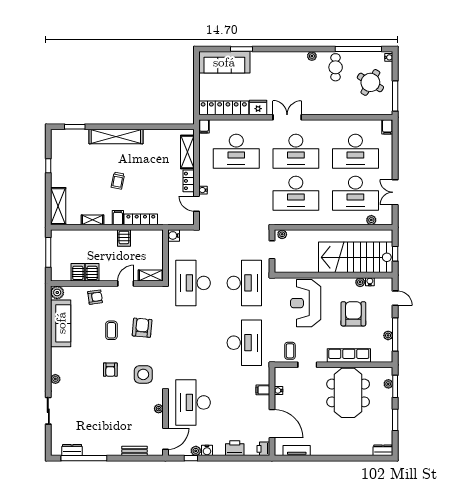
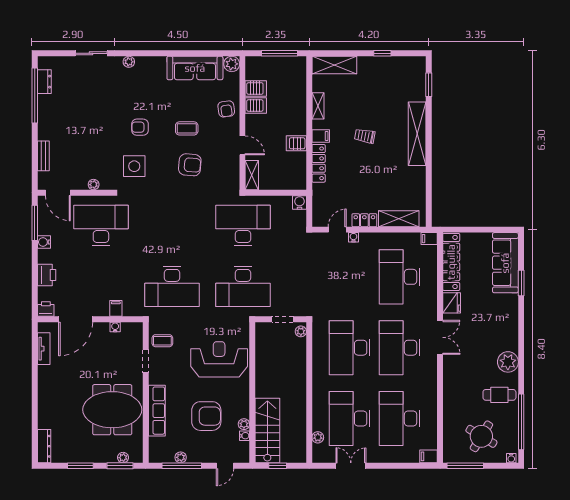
plant: (312, 56) -> (508, 362), width x1.88, depth x1.88
stairs: (356, 257) -> (267, 431), width x0.73, depth x0.66
dresser: (383, 450) -> (44, 446), width x1.44
plant: (196, 451) -> (43, 229), removed
window: (191, 458) -> (35, 223), width x2.17

